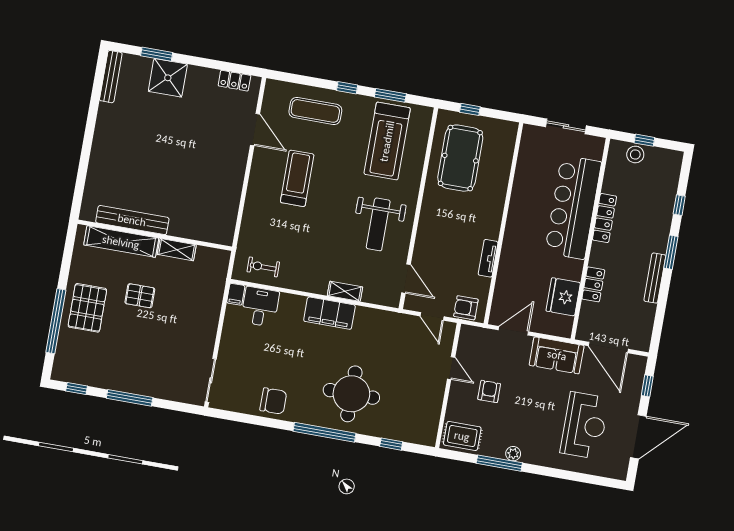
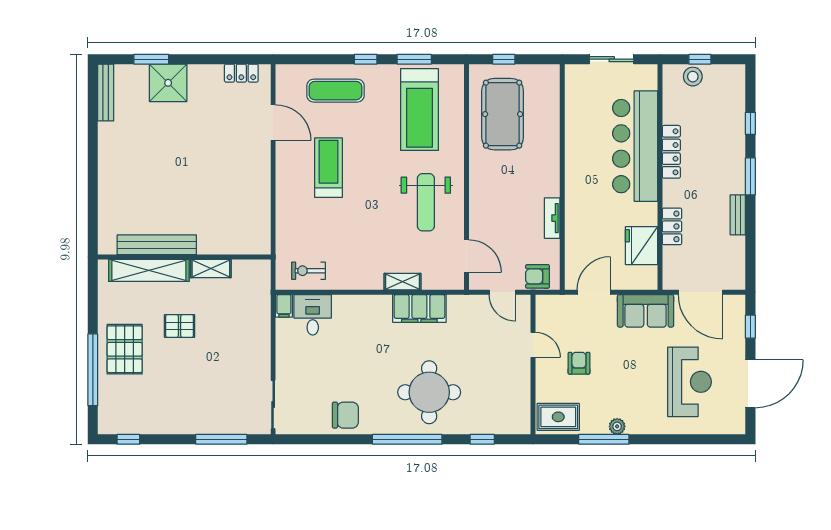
bench: (655, 278) -> (738, 215), width x0.73
filing cabinet: (329, 313) -> (419, 308), moved
window: (130, 398) -> (221, 439), moved

